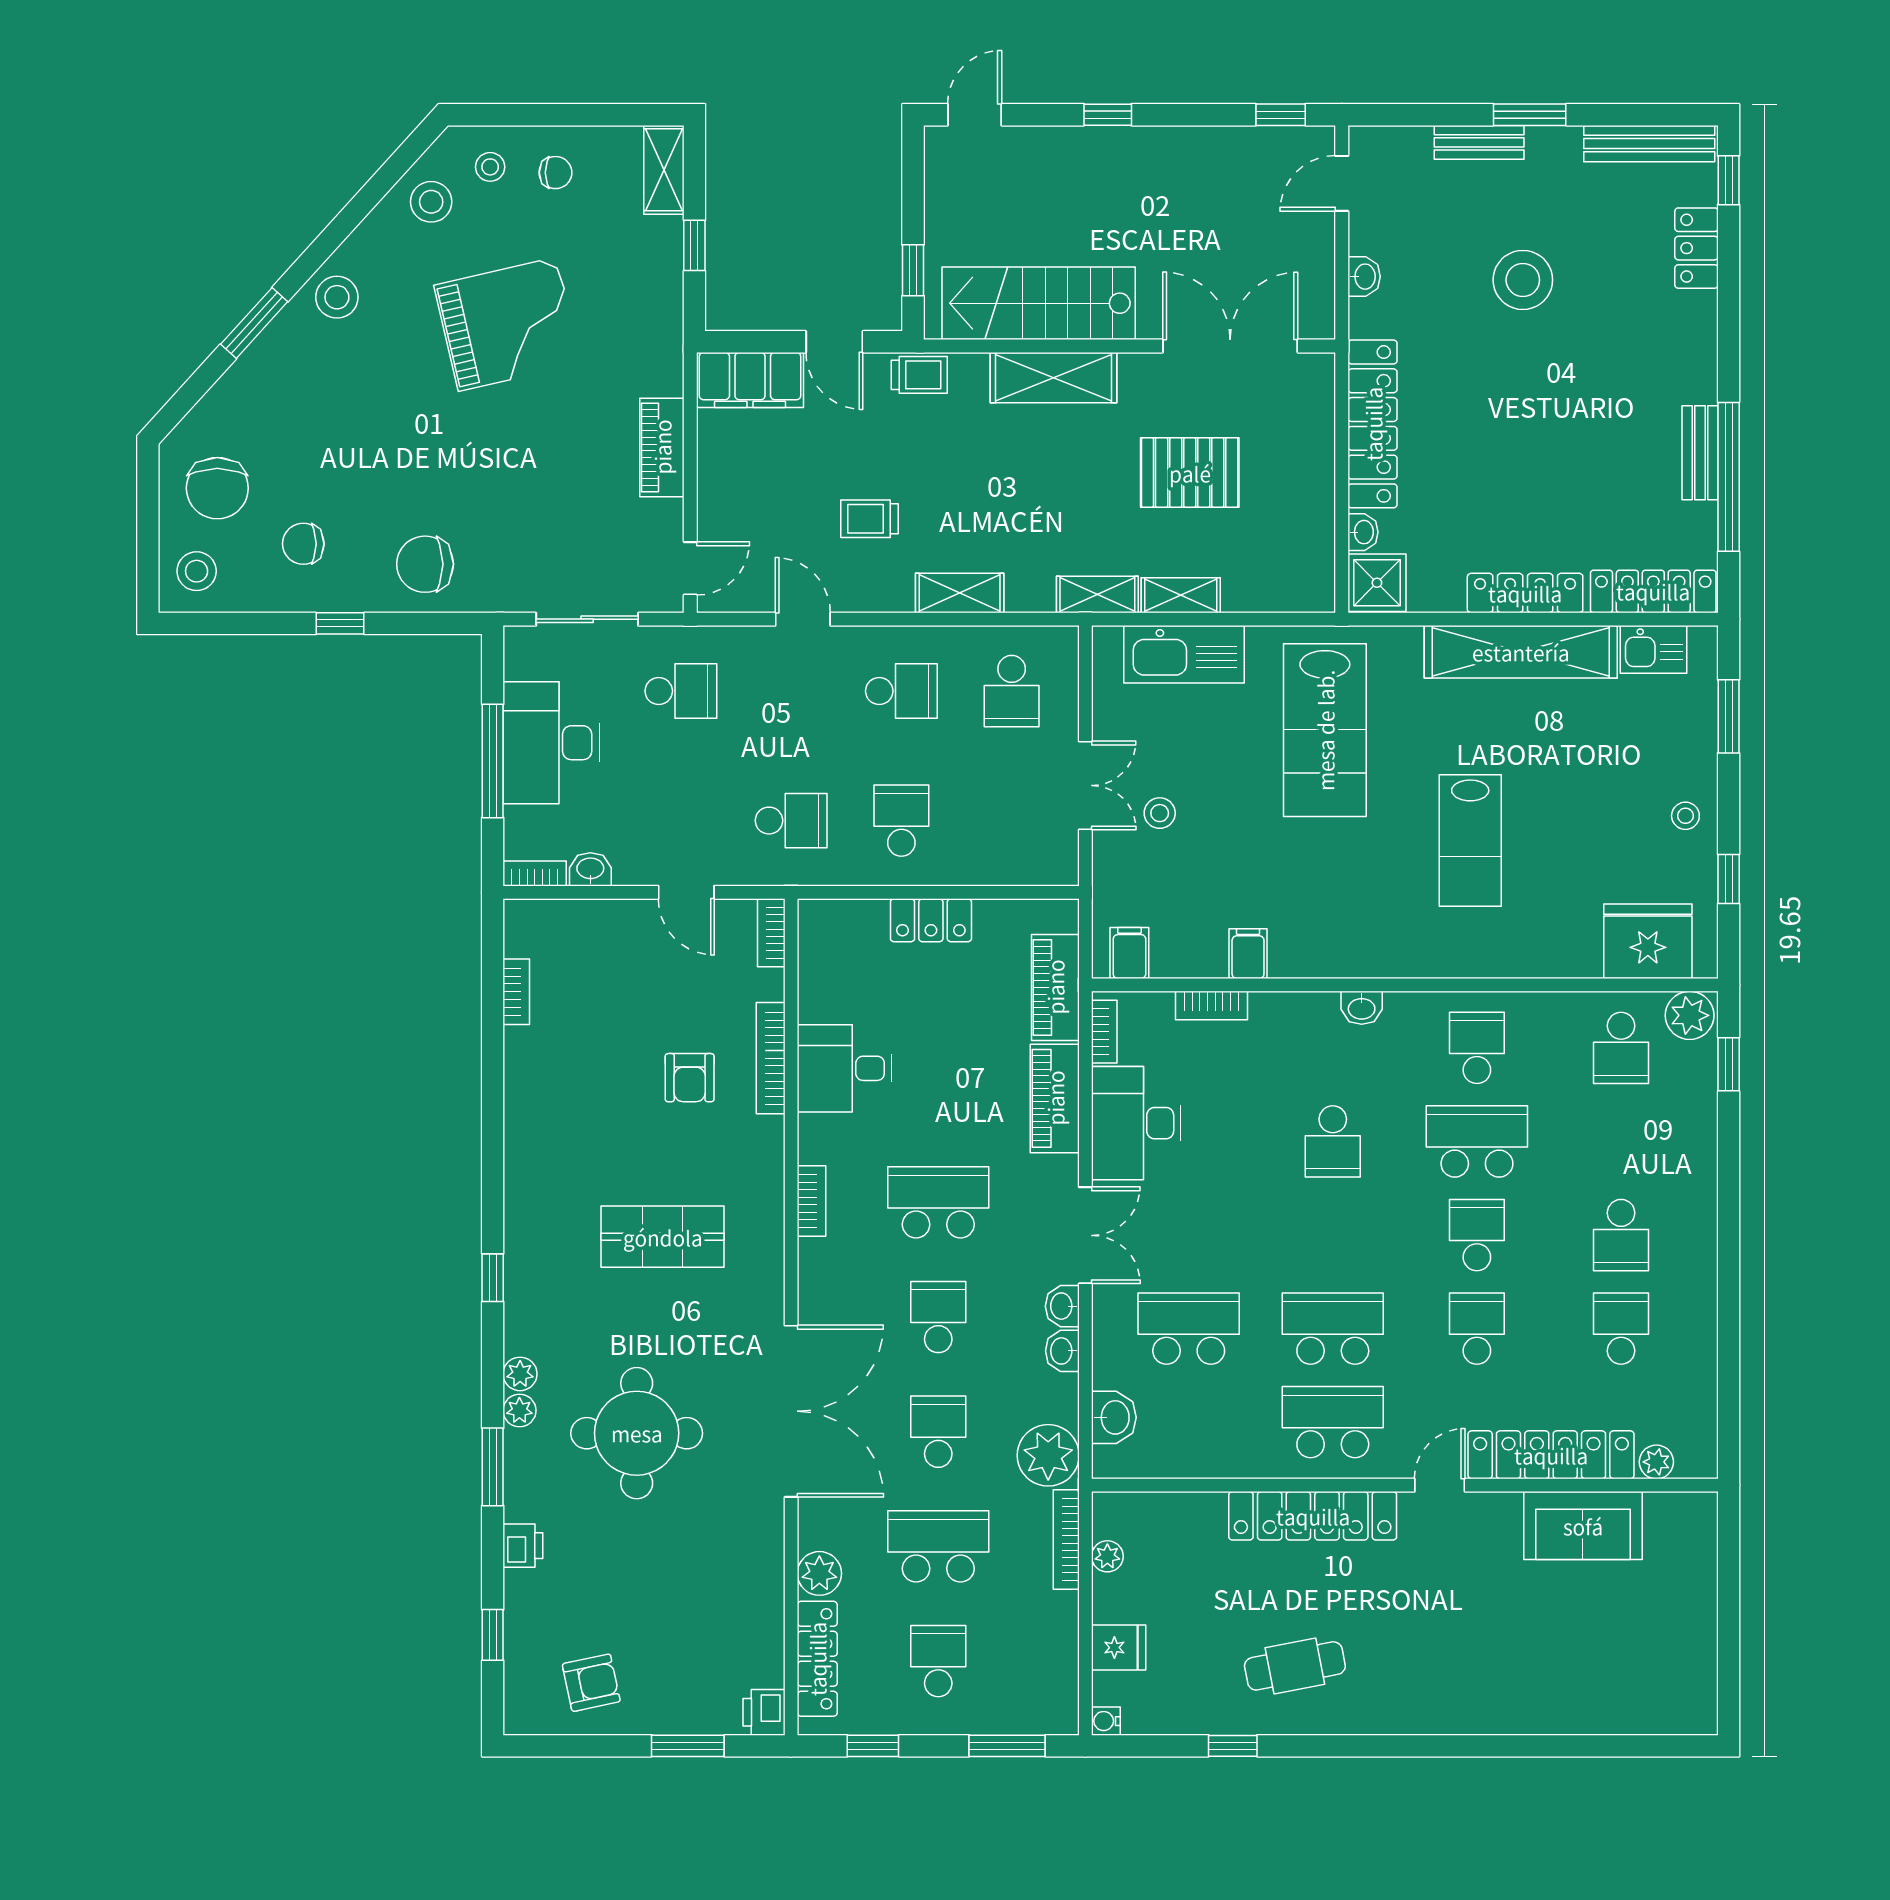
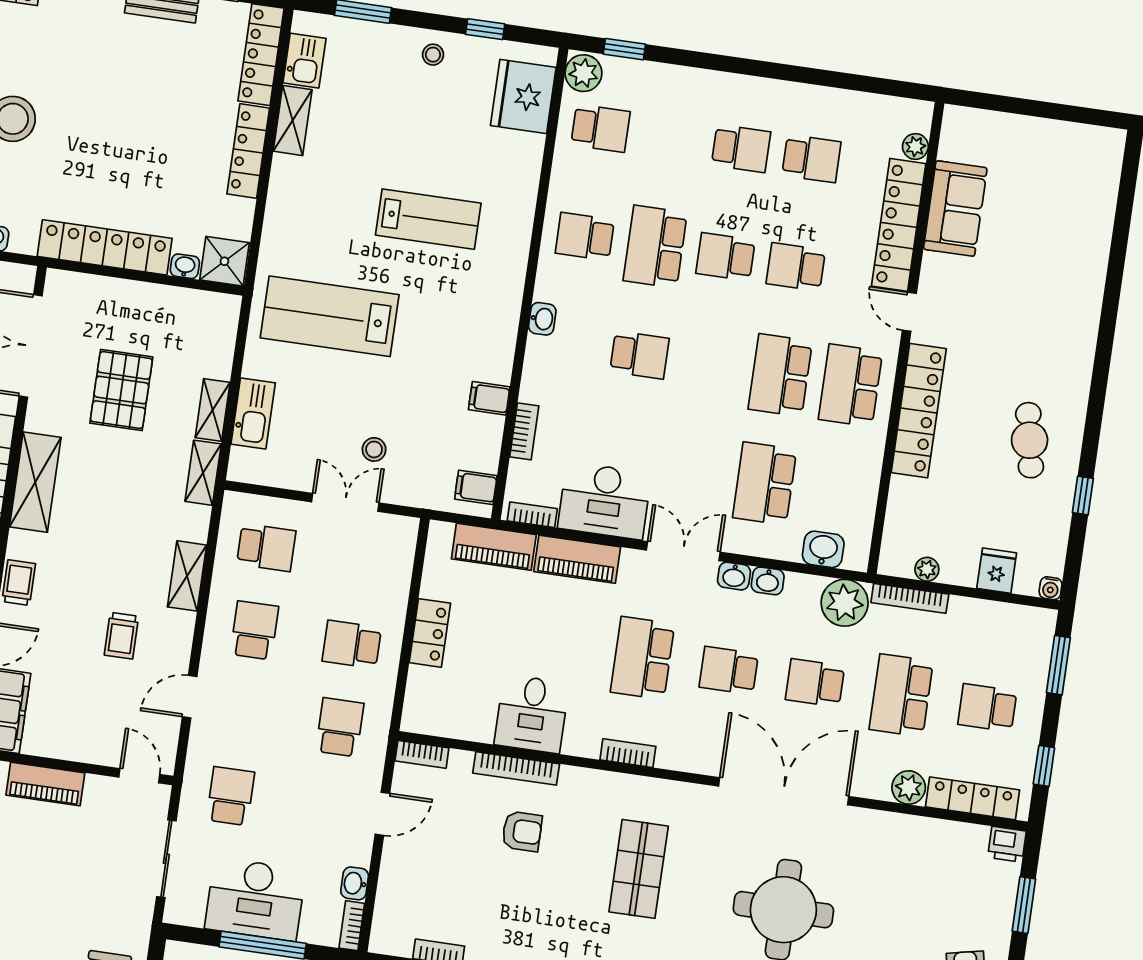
shelving: (1521, 652) -> (293, 120), width x0.45, depth x0.75
kitchen sink: (1184, 654) -> (253, 413), width x0.73, depth x0.81
lab bench: (1325, 730) -> (330, 316), turned 180
school desk: (1621, 1329) -> (811, 159), turned 180

